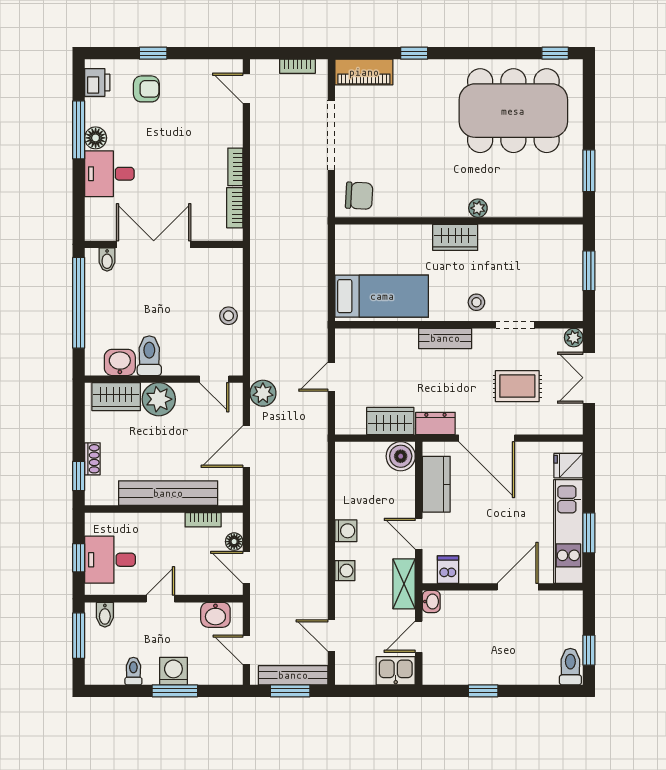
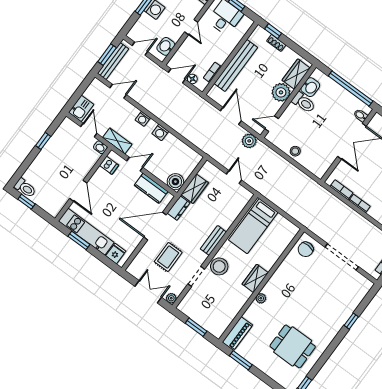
piano: (364, 72) -> (237, 334), moved, turned 180
dining table: (513, 111) -> (293, 346), width x0.53, depth x0.80
stool: (476, 302) -> (219, 266), width x1.89, depth x1.89

